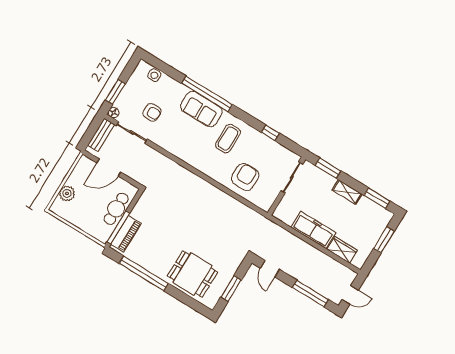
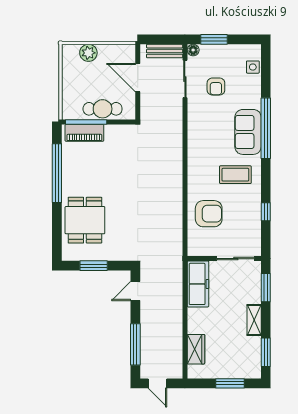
freezer: (313, 230) -> (198, 284), moved

